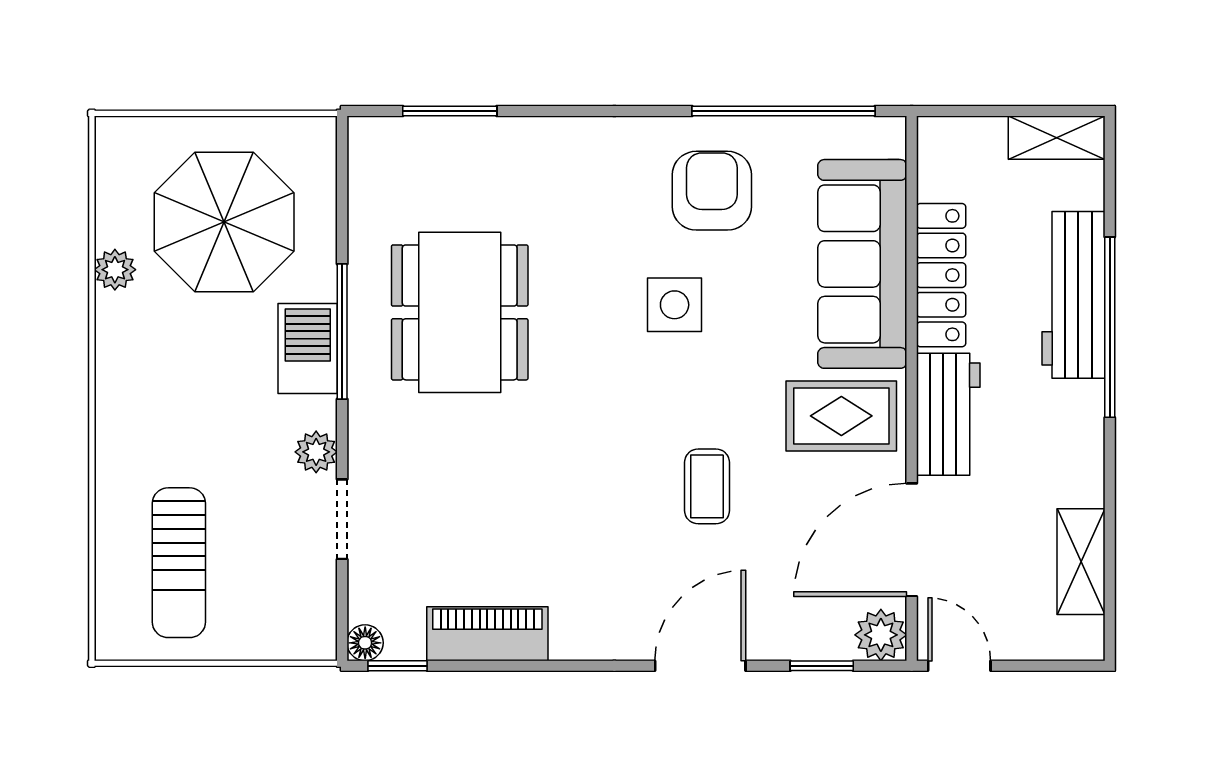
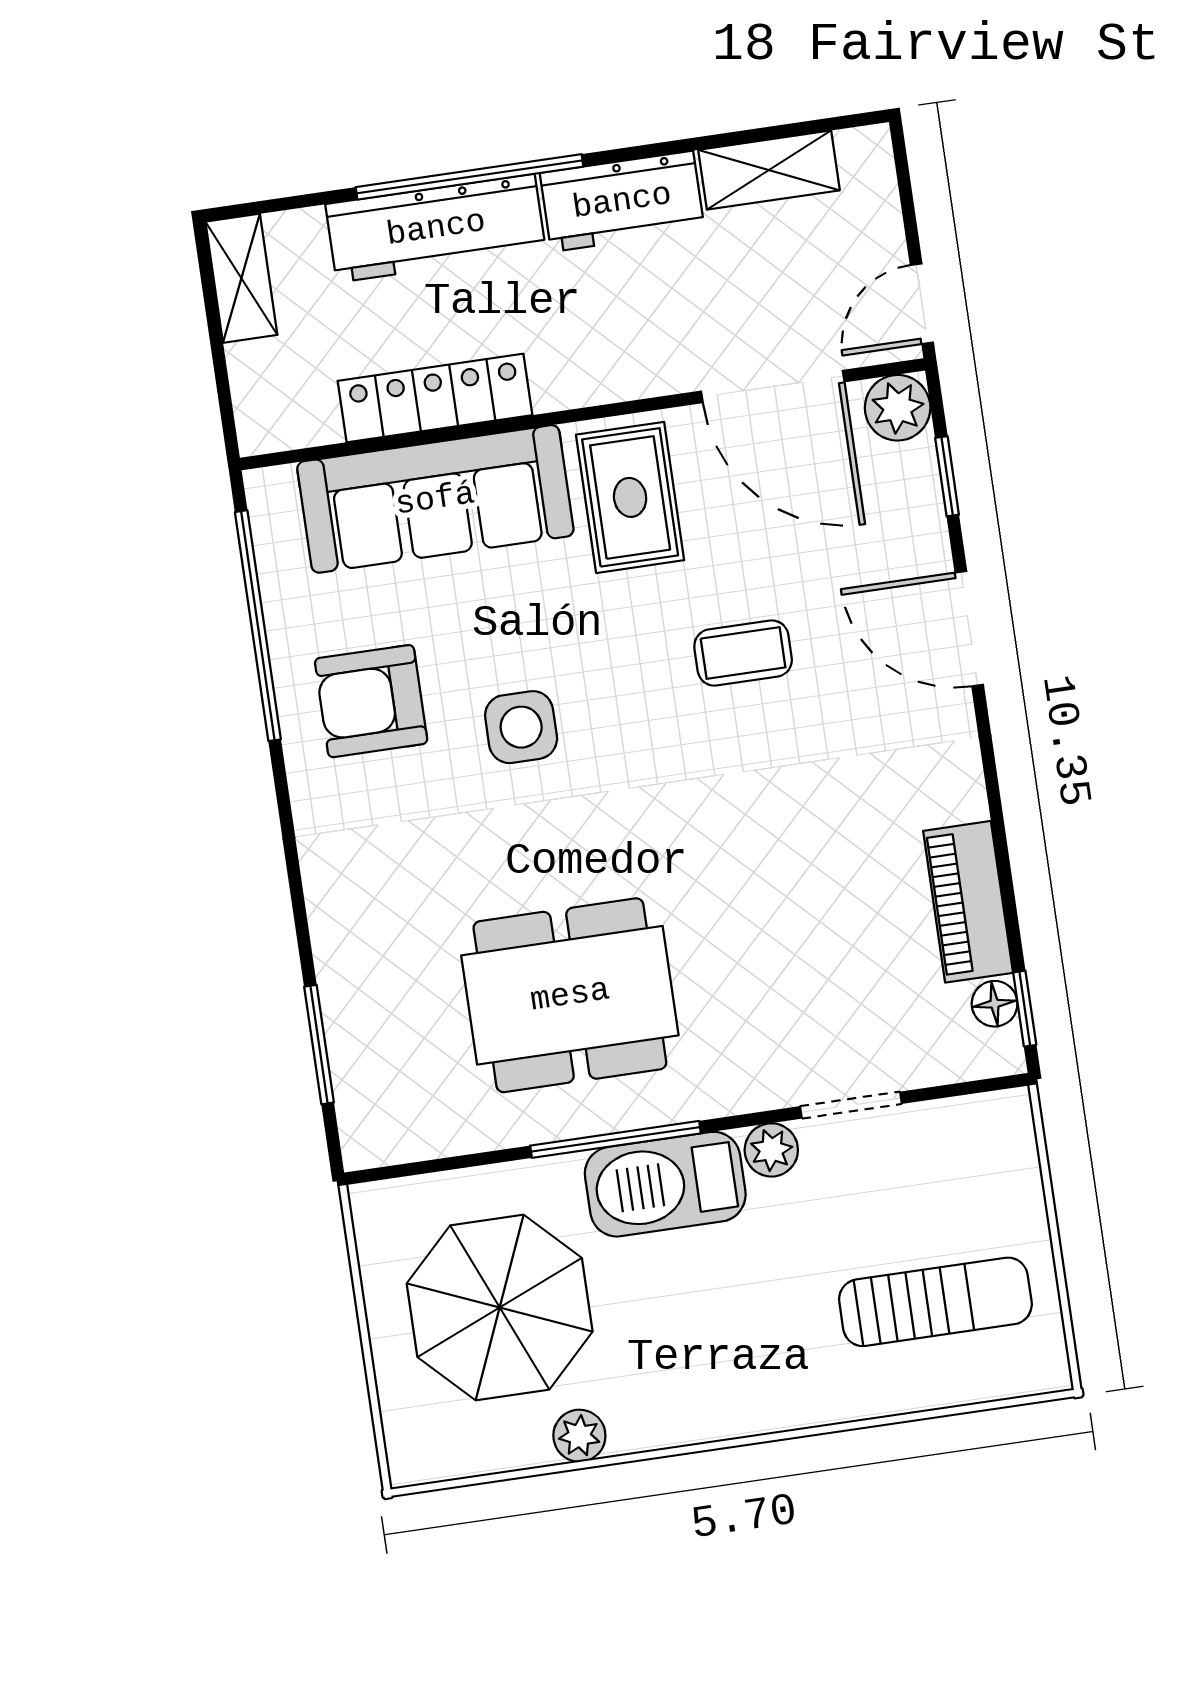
barbecue: (308, 349) -> (665, 1184), width x1.37, depth x1.21
workbench: (948, 414) -> (622, 201), moved, turned 180
floor lamp: (365, 643) -> (995, 1004), moved

